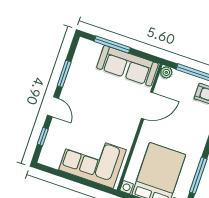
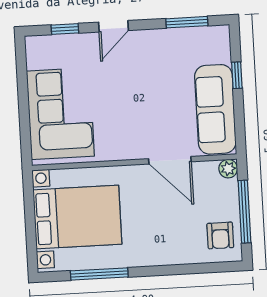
window: (112, 45) -> (237, 75), width x0.46
window: (64, 74) -> (187, 22), moved

